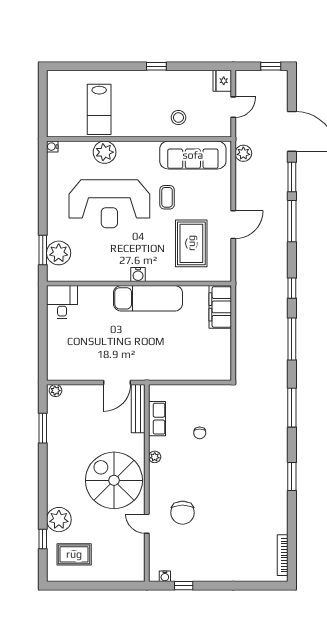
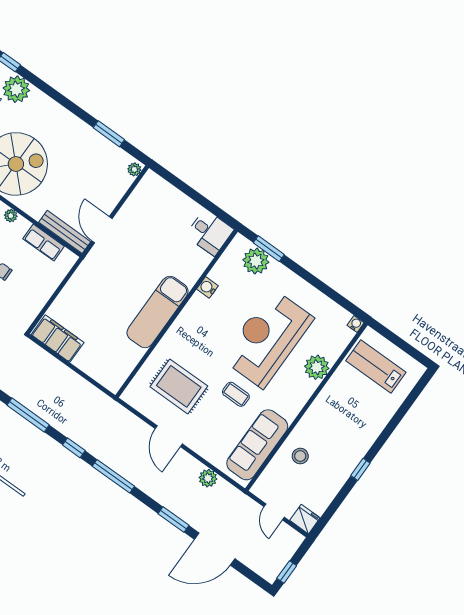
lab bench: (99, 109) -> (376, 366), moved
plant: (243, 153) -> (208, 478), moved
window: (292, 221) -> (113, 476), moved
water cooler: (138, 275) -> (207, 287), moved
filing cabinet: (220, 307) -> (58, 339), moved

